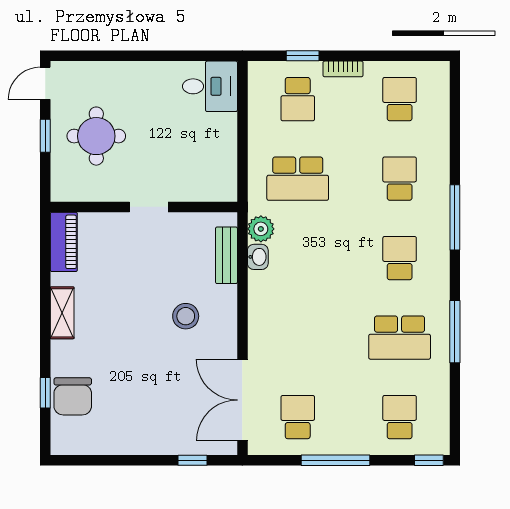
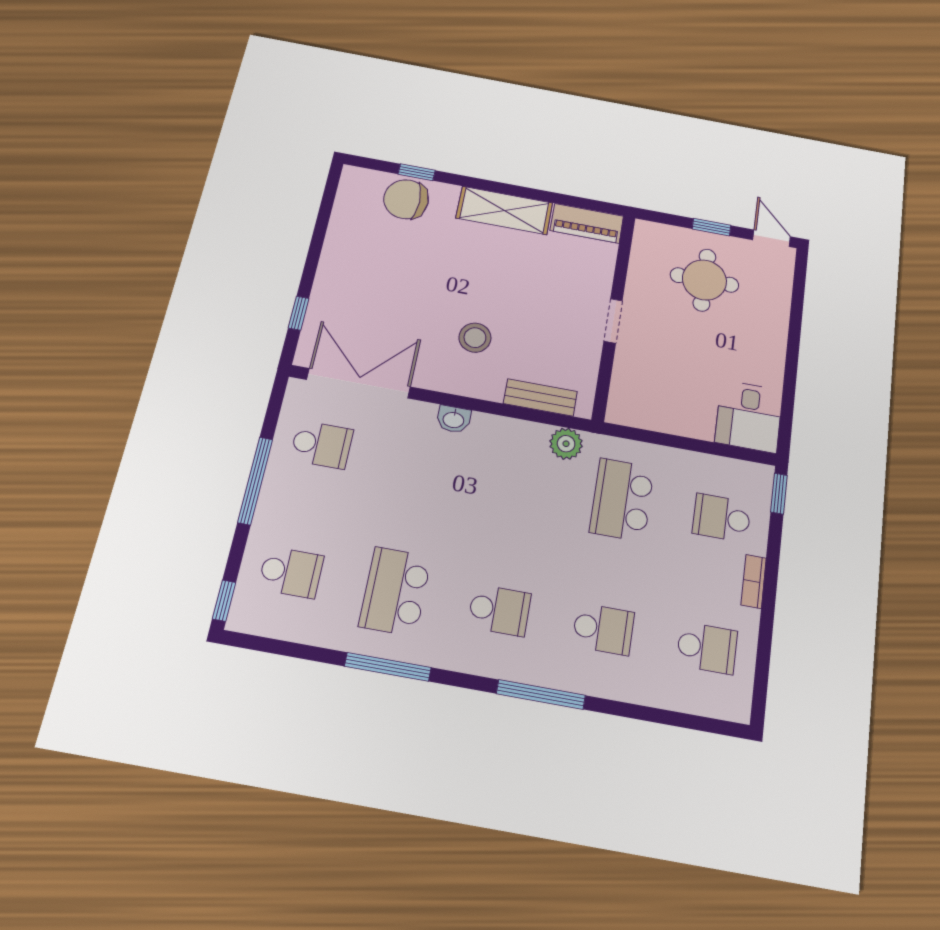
window: (303, 56) -> (779, 494), moved
washbasin: (258, 257) -> (454, 419), moved
shelving: (62, 313) -> (504, 210), width x1.50, depth x1.33

